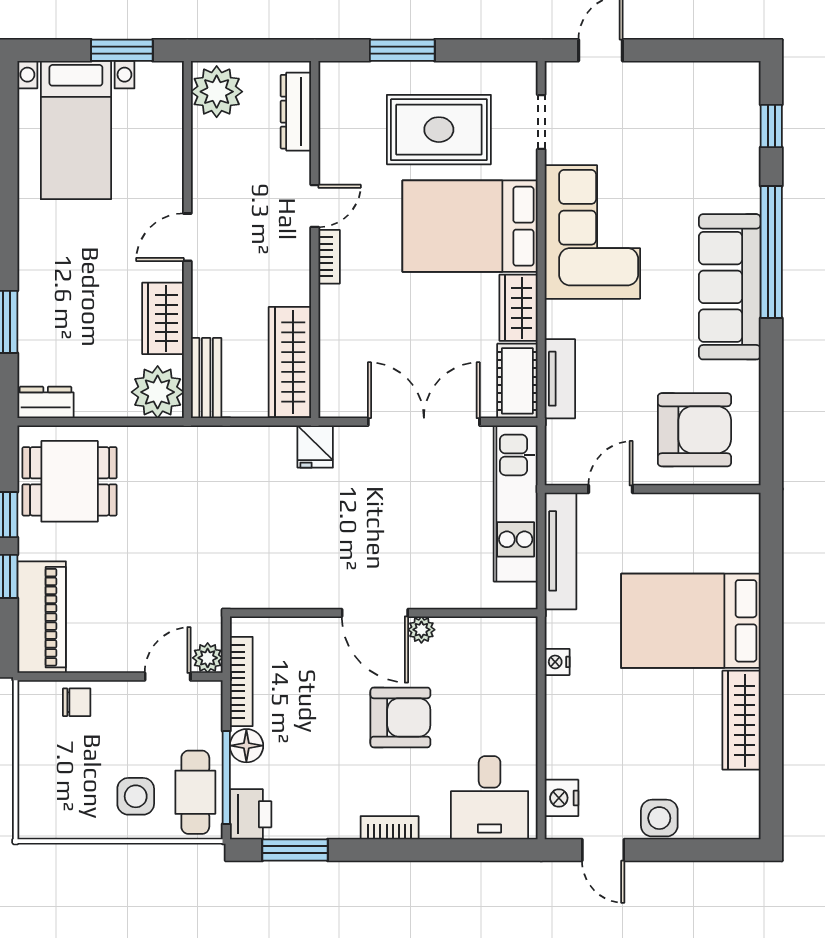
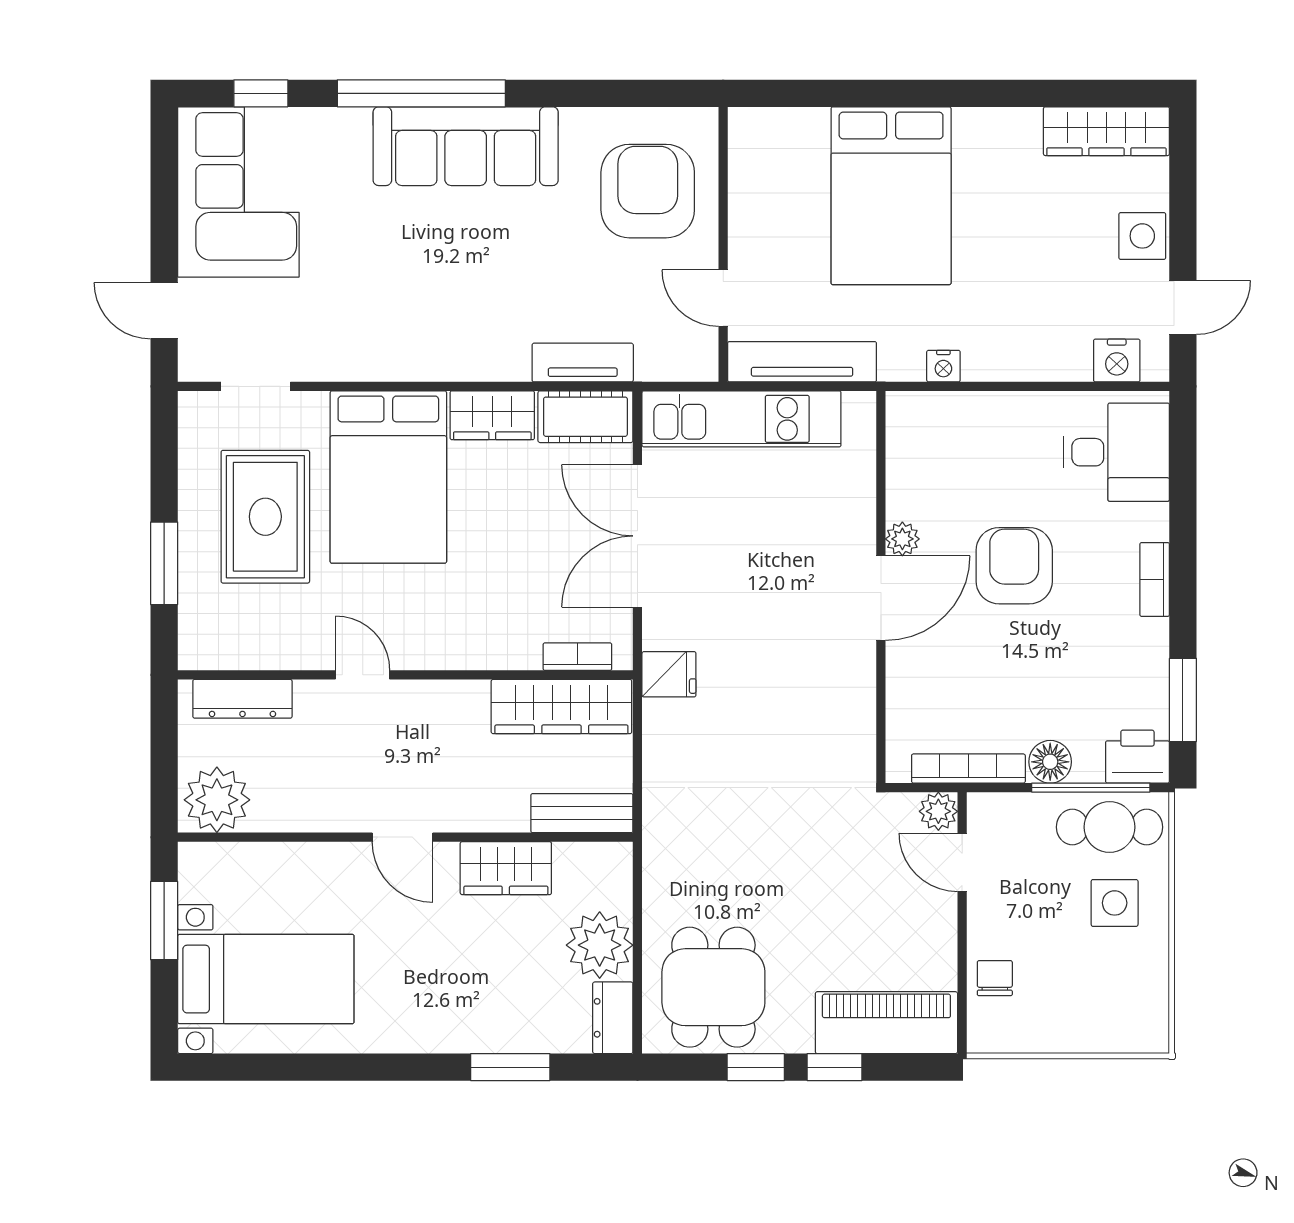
corner sofa: (592, 232) -> (238, 192), moved, turned 90
bookcase: (329, 257) -> (577, 657), moved
plant: (158, 392) -> (600, 945), moved
wardrobe: (741, 720) -> (1106, 131), moved

